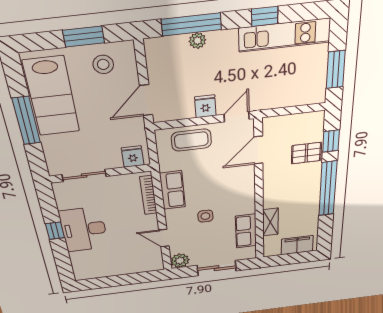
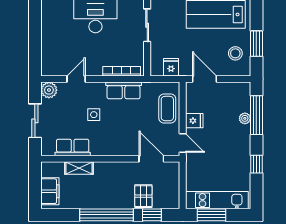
kitchen unit: (284, 35) -> (217, 200), moved, turned 90
fridge: (133, 157) -> (171, 67), moved, turned -90

